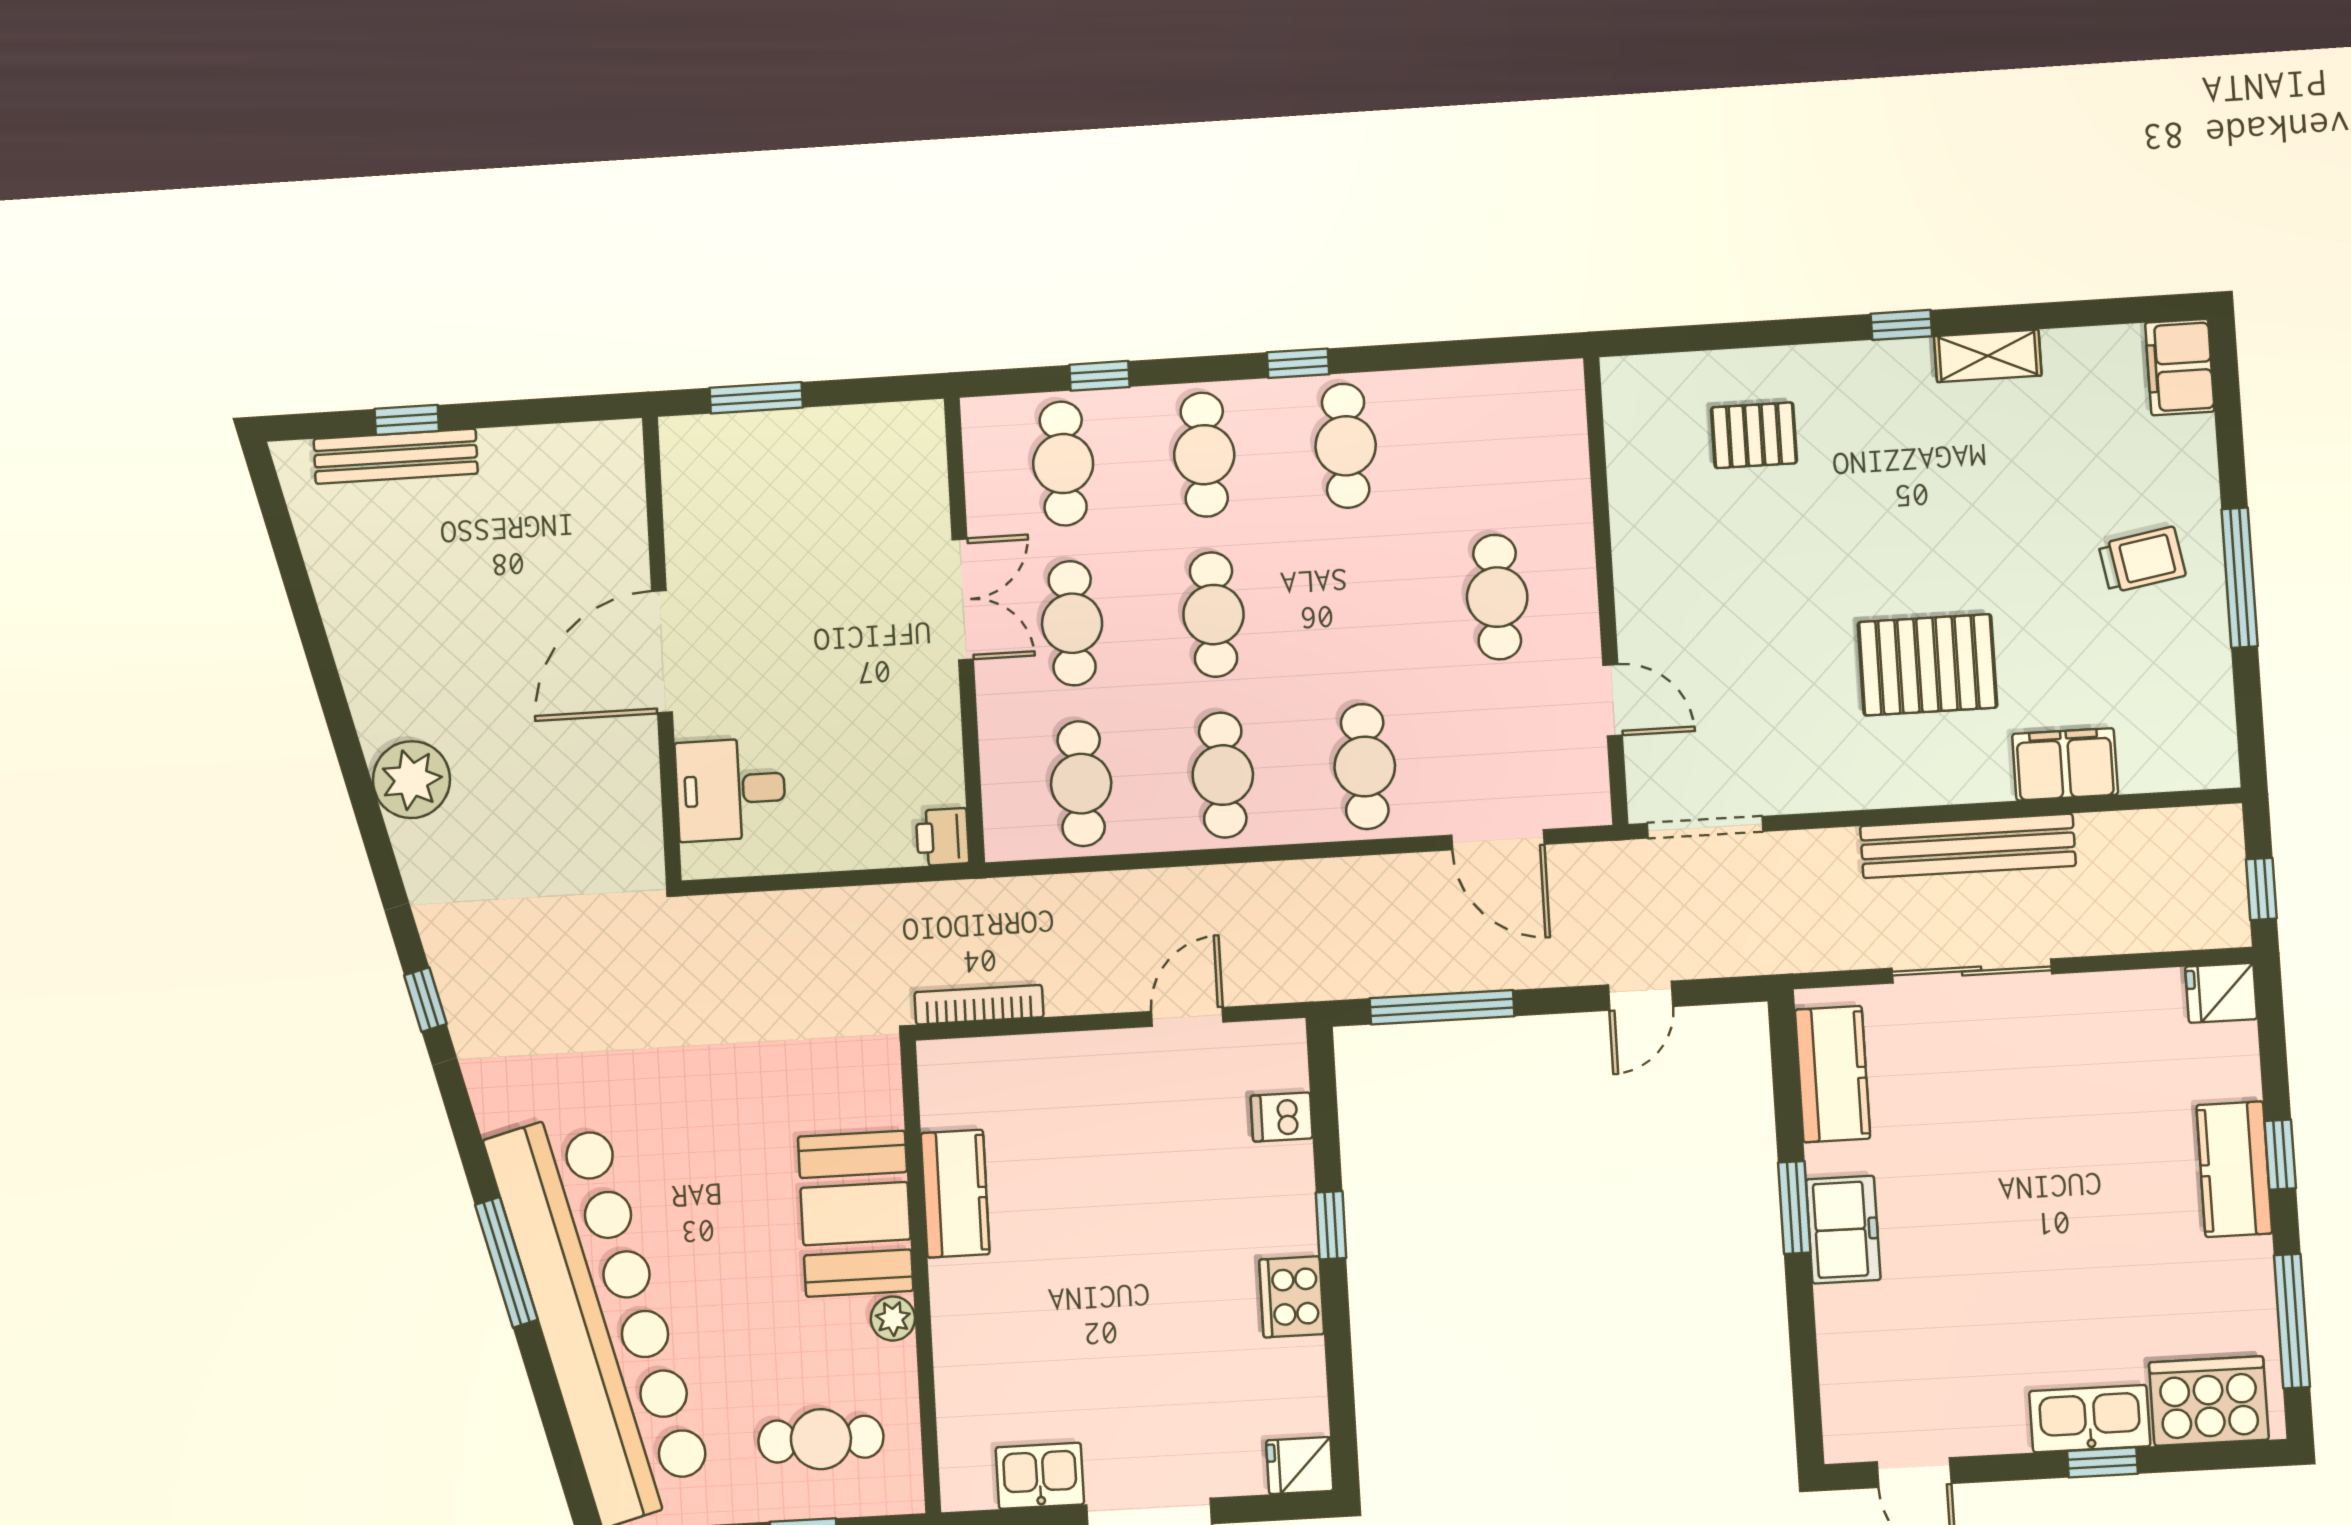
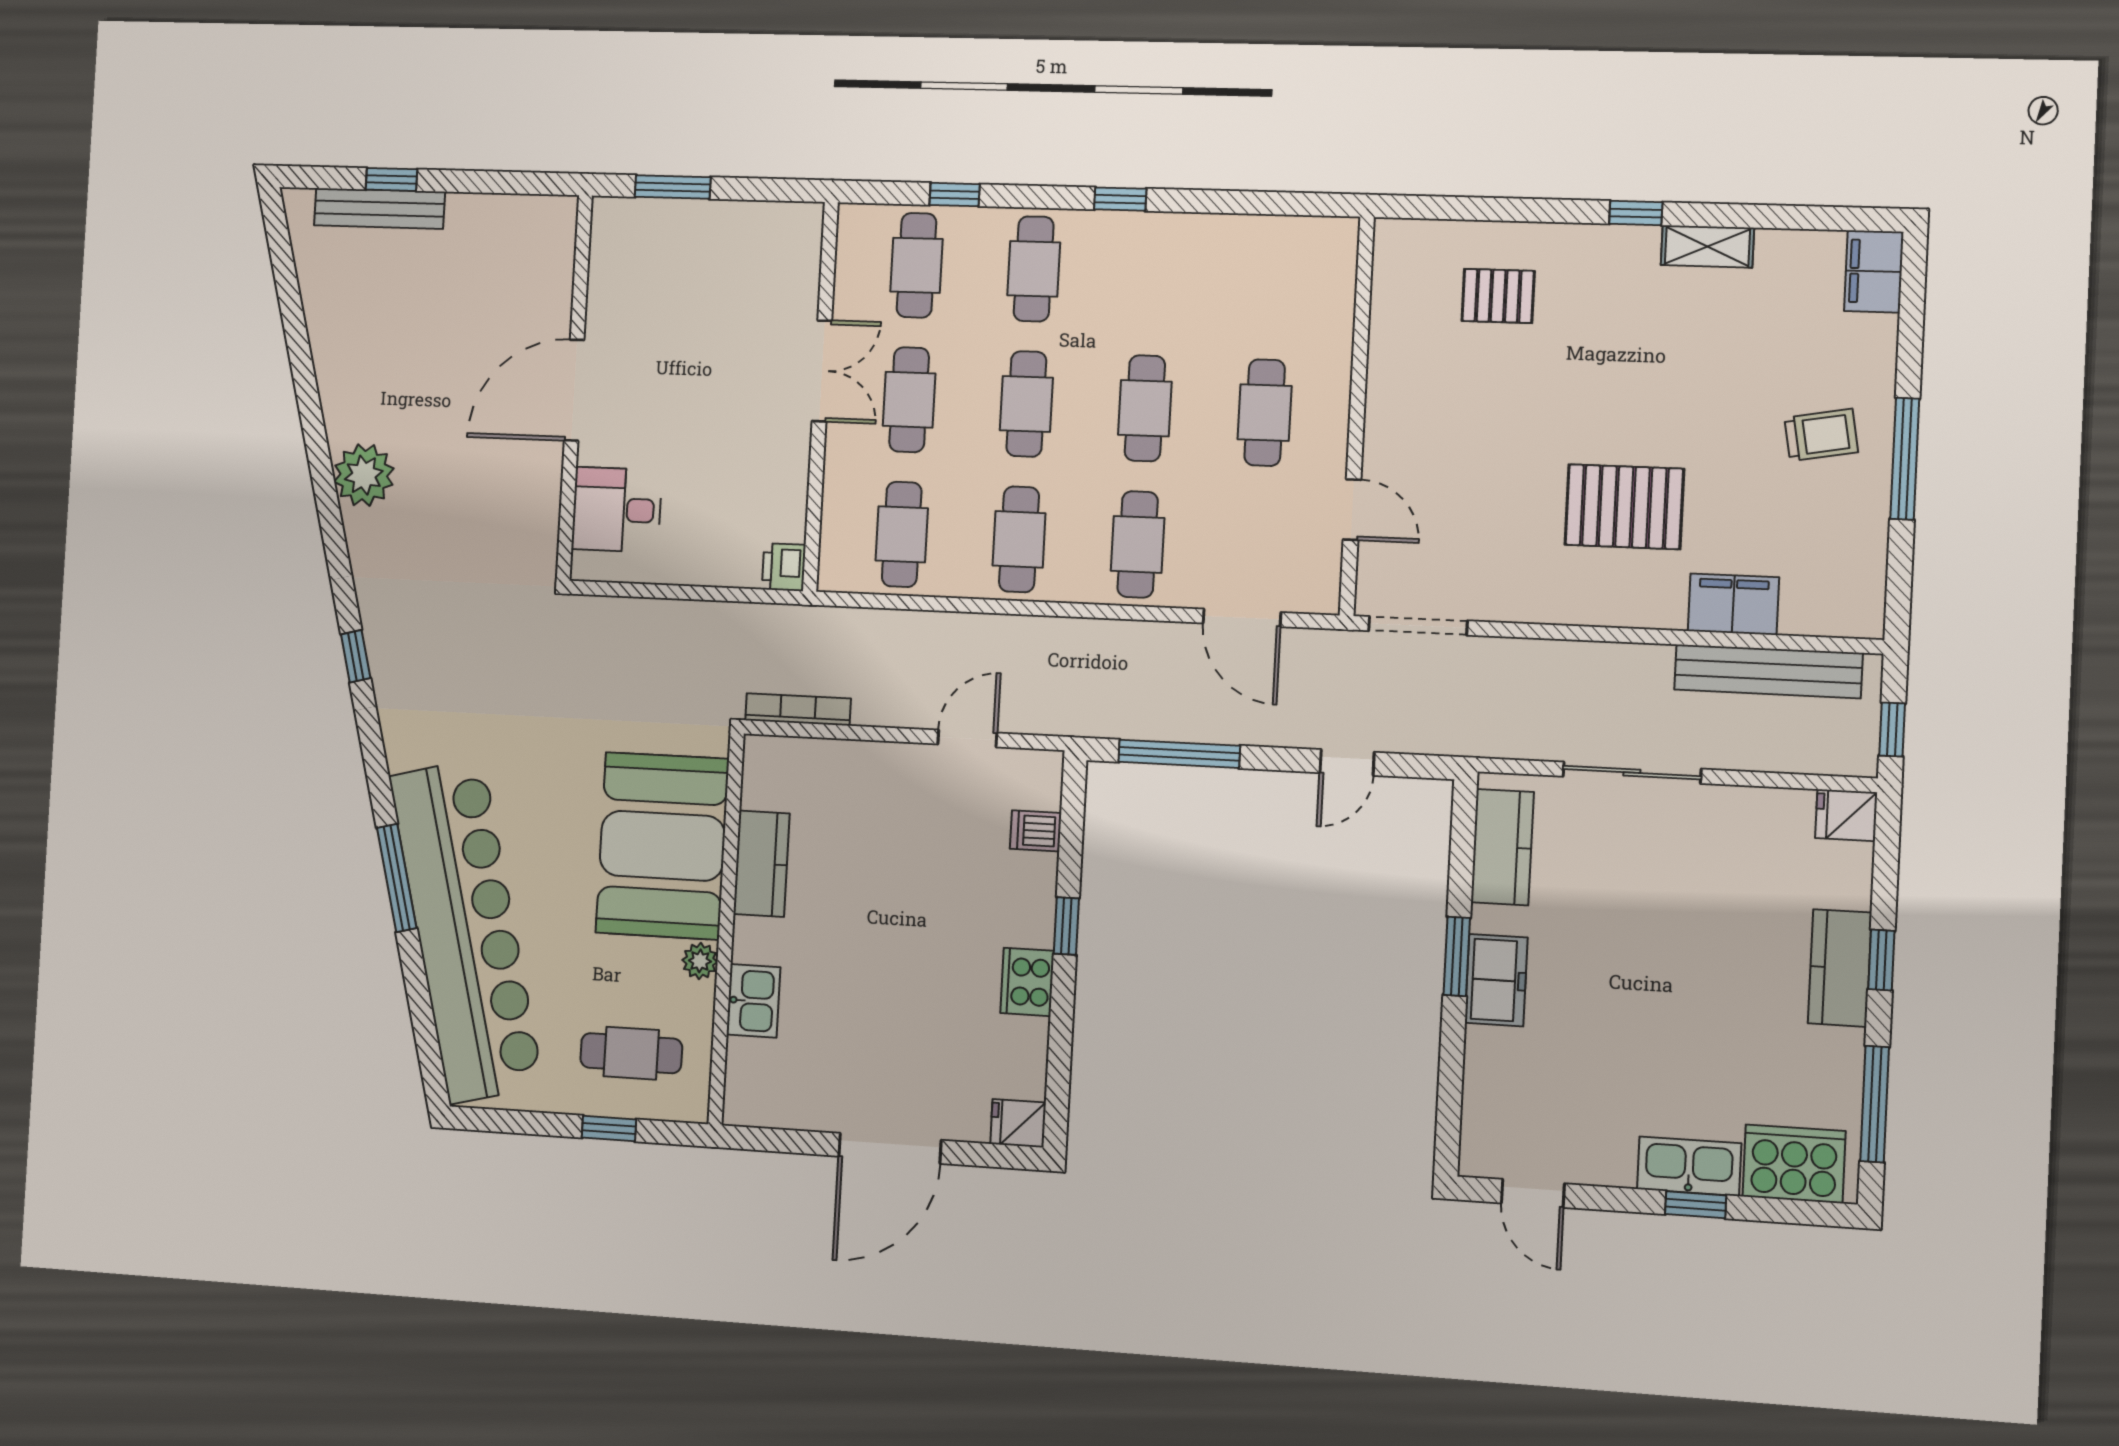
cafe table: (1346, 446) -> (1145, 408), moved
bench: (1968, 846) -> (1768, 671), moved
booth: (856, 1214) -> (662, 846), width x1.36, depth x1.42
kitchen sink: (1040, 1476) -> (753, 1001), moved, turned 90

